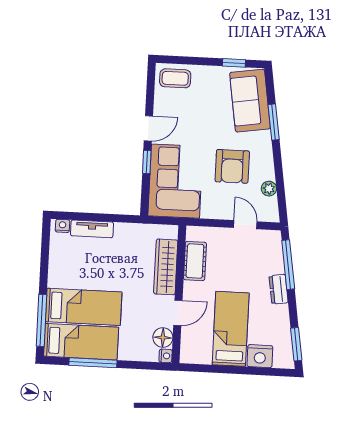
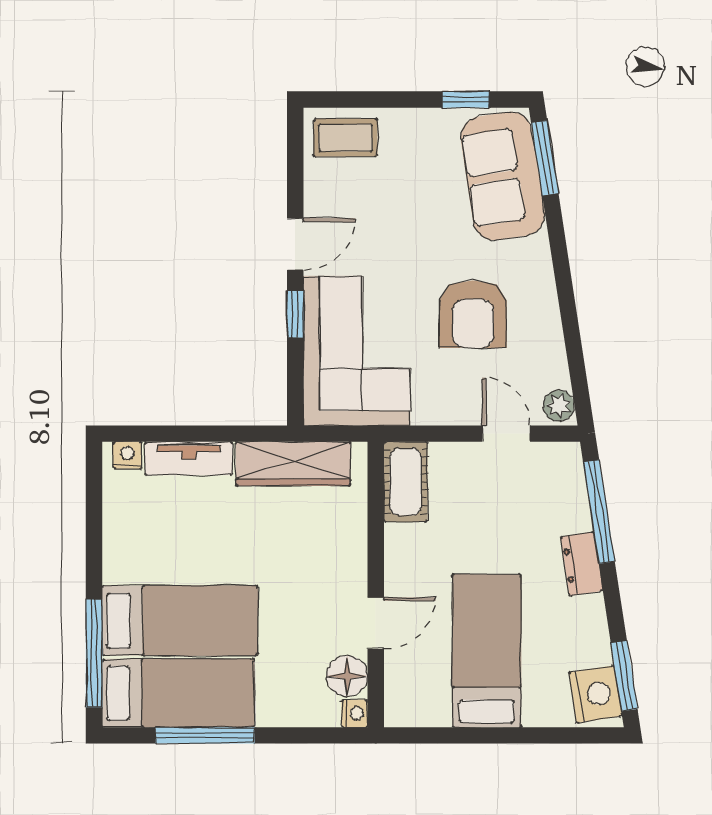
window: (274, 122) -> (545, 158), moved
plant: (269, 189) -> (559, 406), moved
cot: (195, 261) -> (406, 482), moved
wardrobe: (166, 267) -> (293, 464), moved, turned -90
nightstand: (260, 356) -> (595, 694), moved, turned -99

